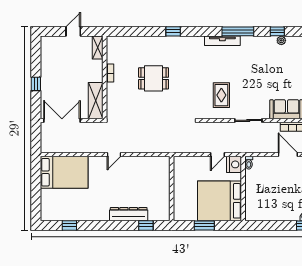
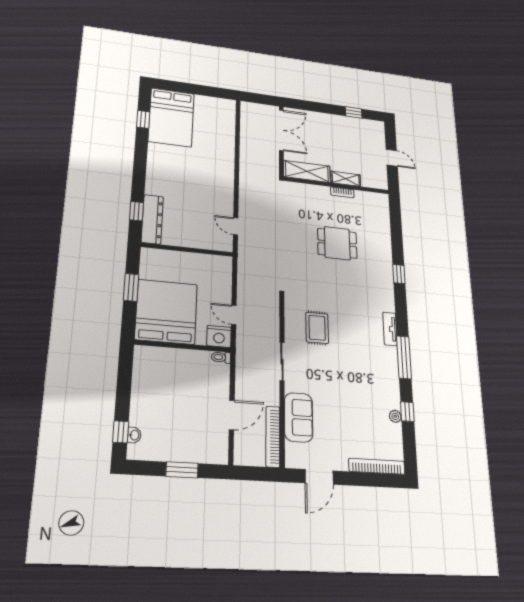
tv unit: (222, 41) -> (390, 329), width x0.71
shelving: (98, 48) -> (346, 179), moved
dining table: (154, 78) -> (337, 243), turned 90
window: (36, 84) -> (354, 112), moved
rug: (221, 95) -> (317, 328), turned 90
door: (114, 155) -> (236, 226), moved
bed: (64, 172) -> (171, 117), moved
dresser: (129, 214) -> (152, 219), moved

